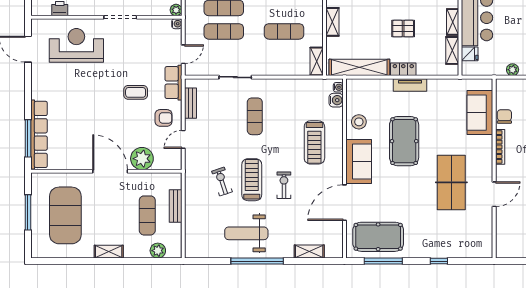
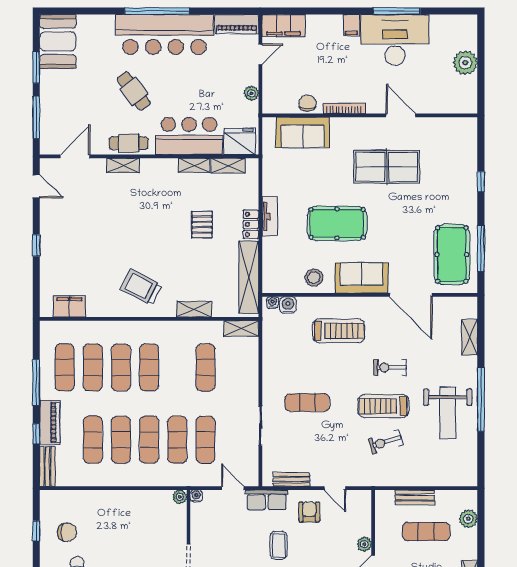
fridge: (470, 54) -> (240, 141), width x1.88, depth x1.34
chair: (504, 117) -> (308, 103), turned 90
plant: (142, 159) -> (364, 544), width x0.53, depth x0.53

